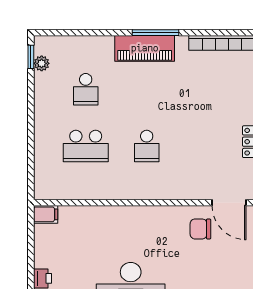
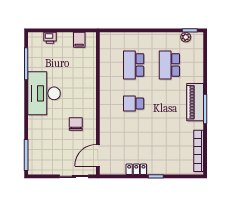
school desk: (86, 89) -> (169, 65), width x1.85
filing cabinet: (46, 214) -> (79, 40), moved
chair: (200, 229) -> (76, 124), moved

